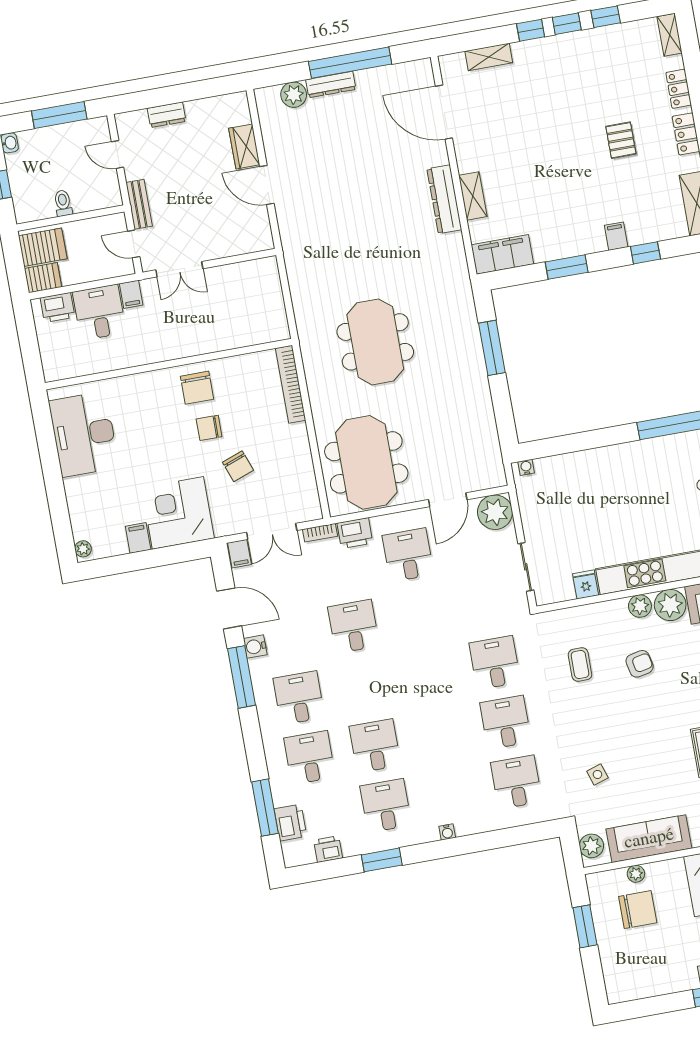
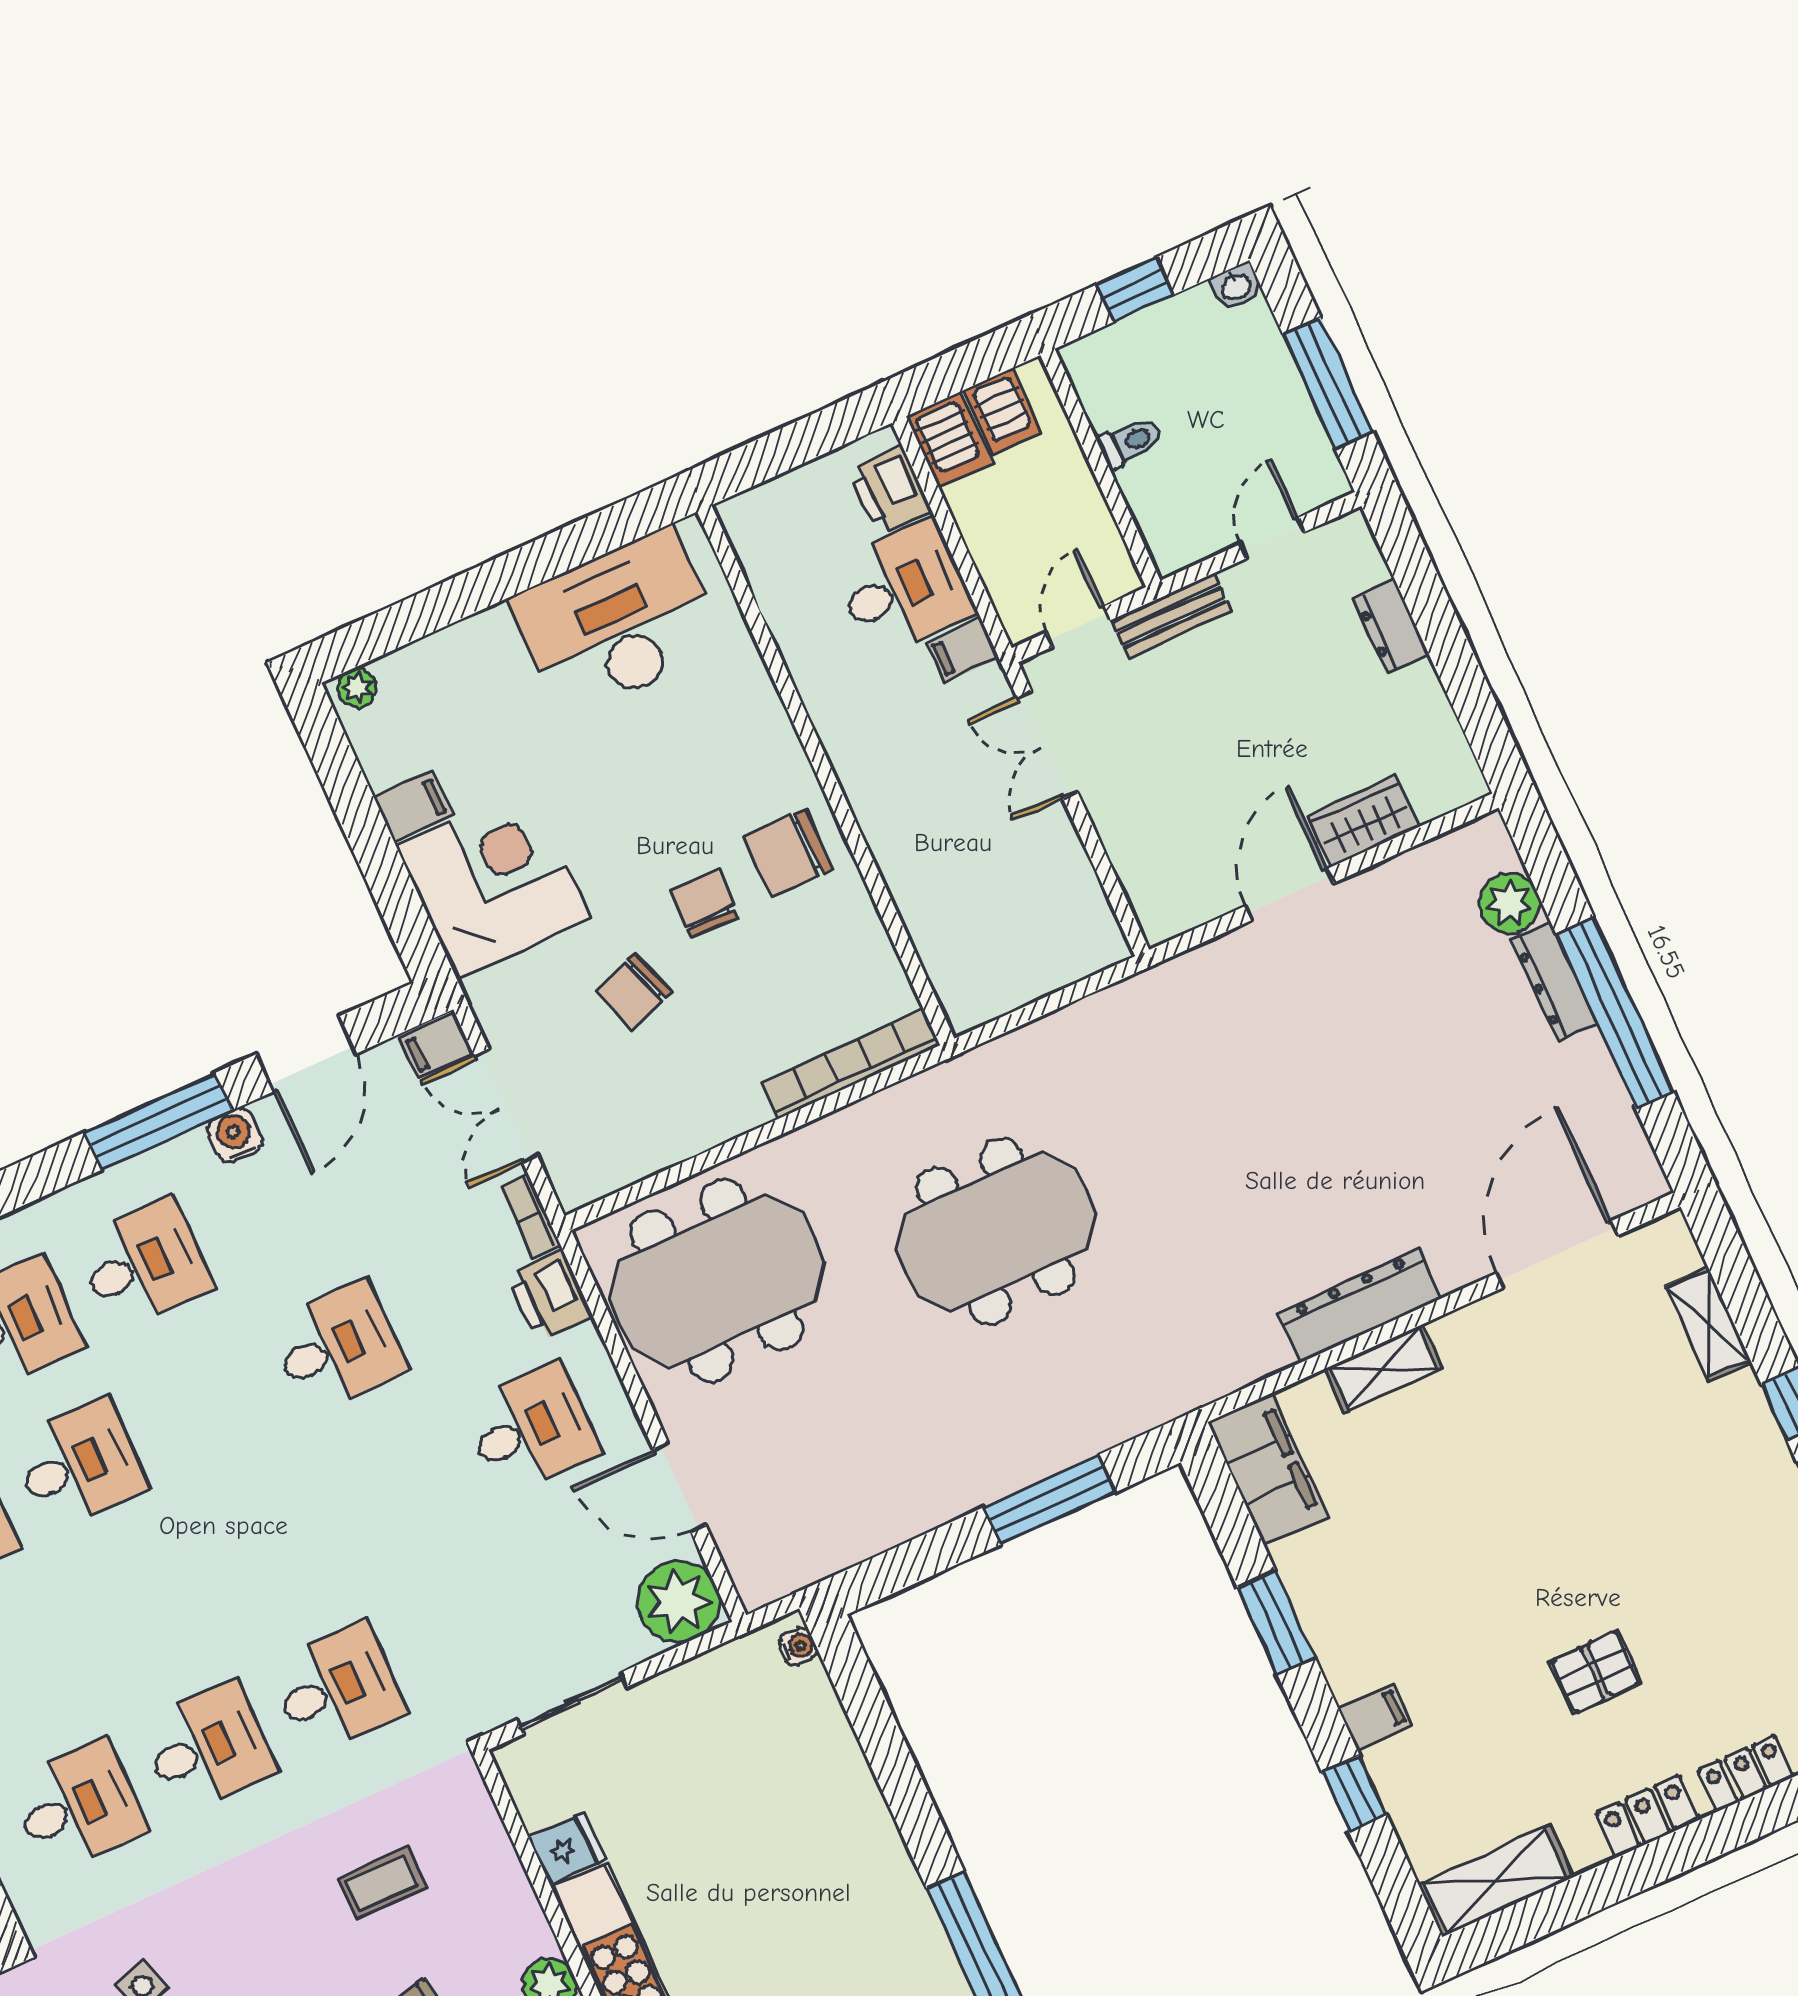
server rack: (43, 247) -> (1003, 412), width x0.73, depth x0.70

